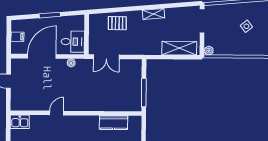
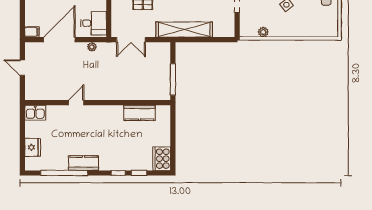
filing cabinet: (17, 37) -> (32, 32), moved
shelving: (179, 48) -> (184, 30), moved, width x1.47
plant: (209, 51) -> (263, 32), moved

